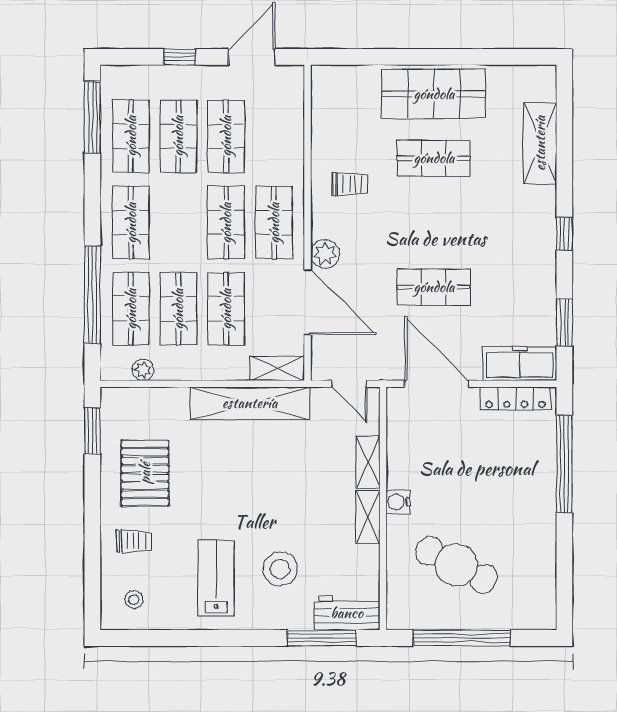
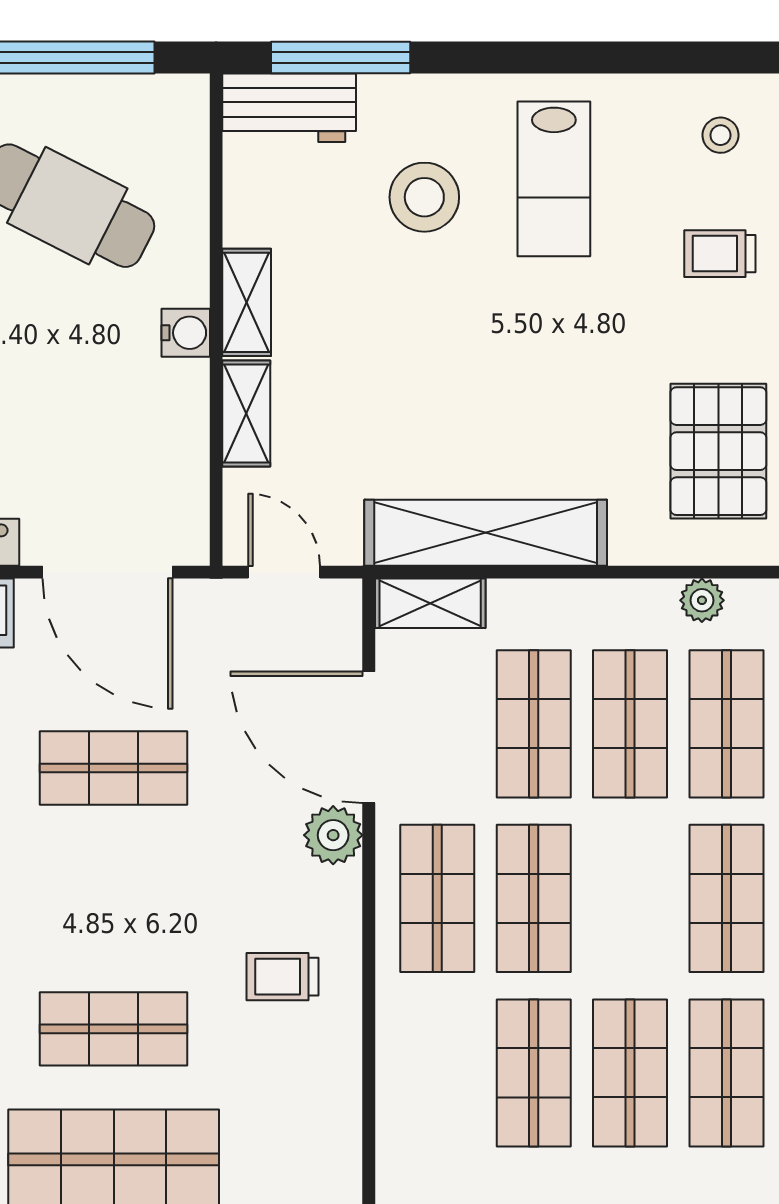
pallet: (145, 473) -> (718, 451), moved

